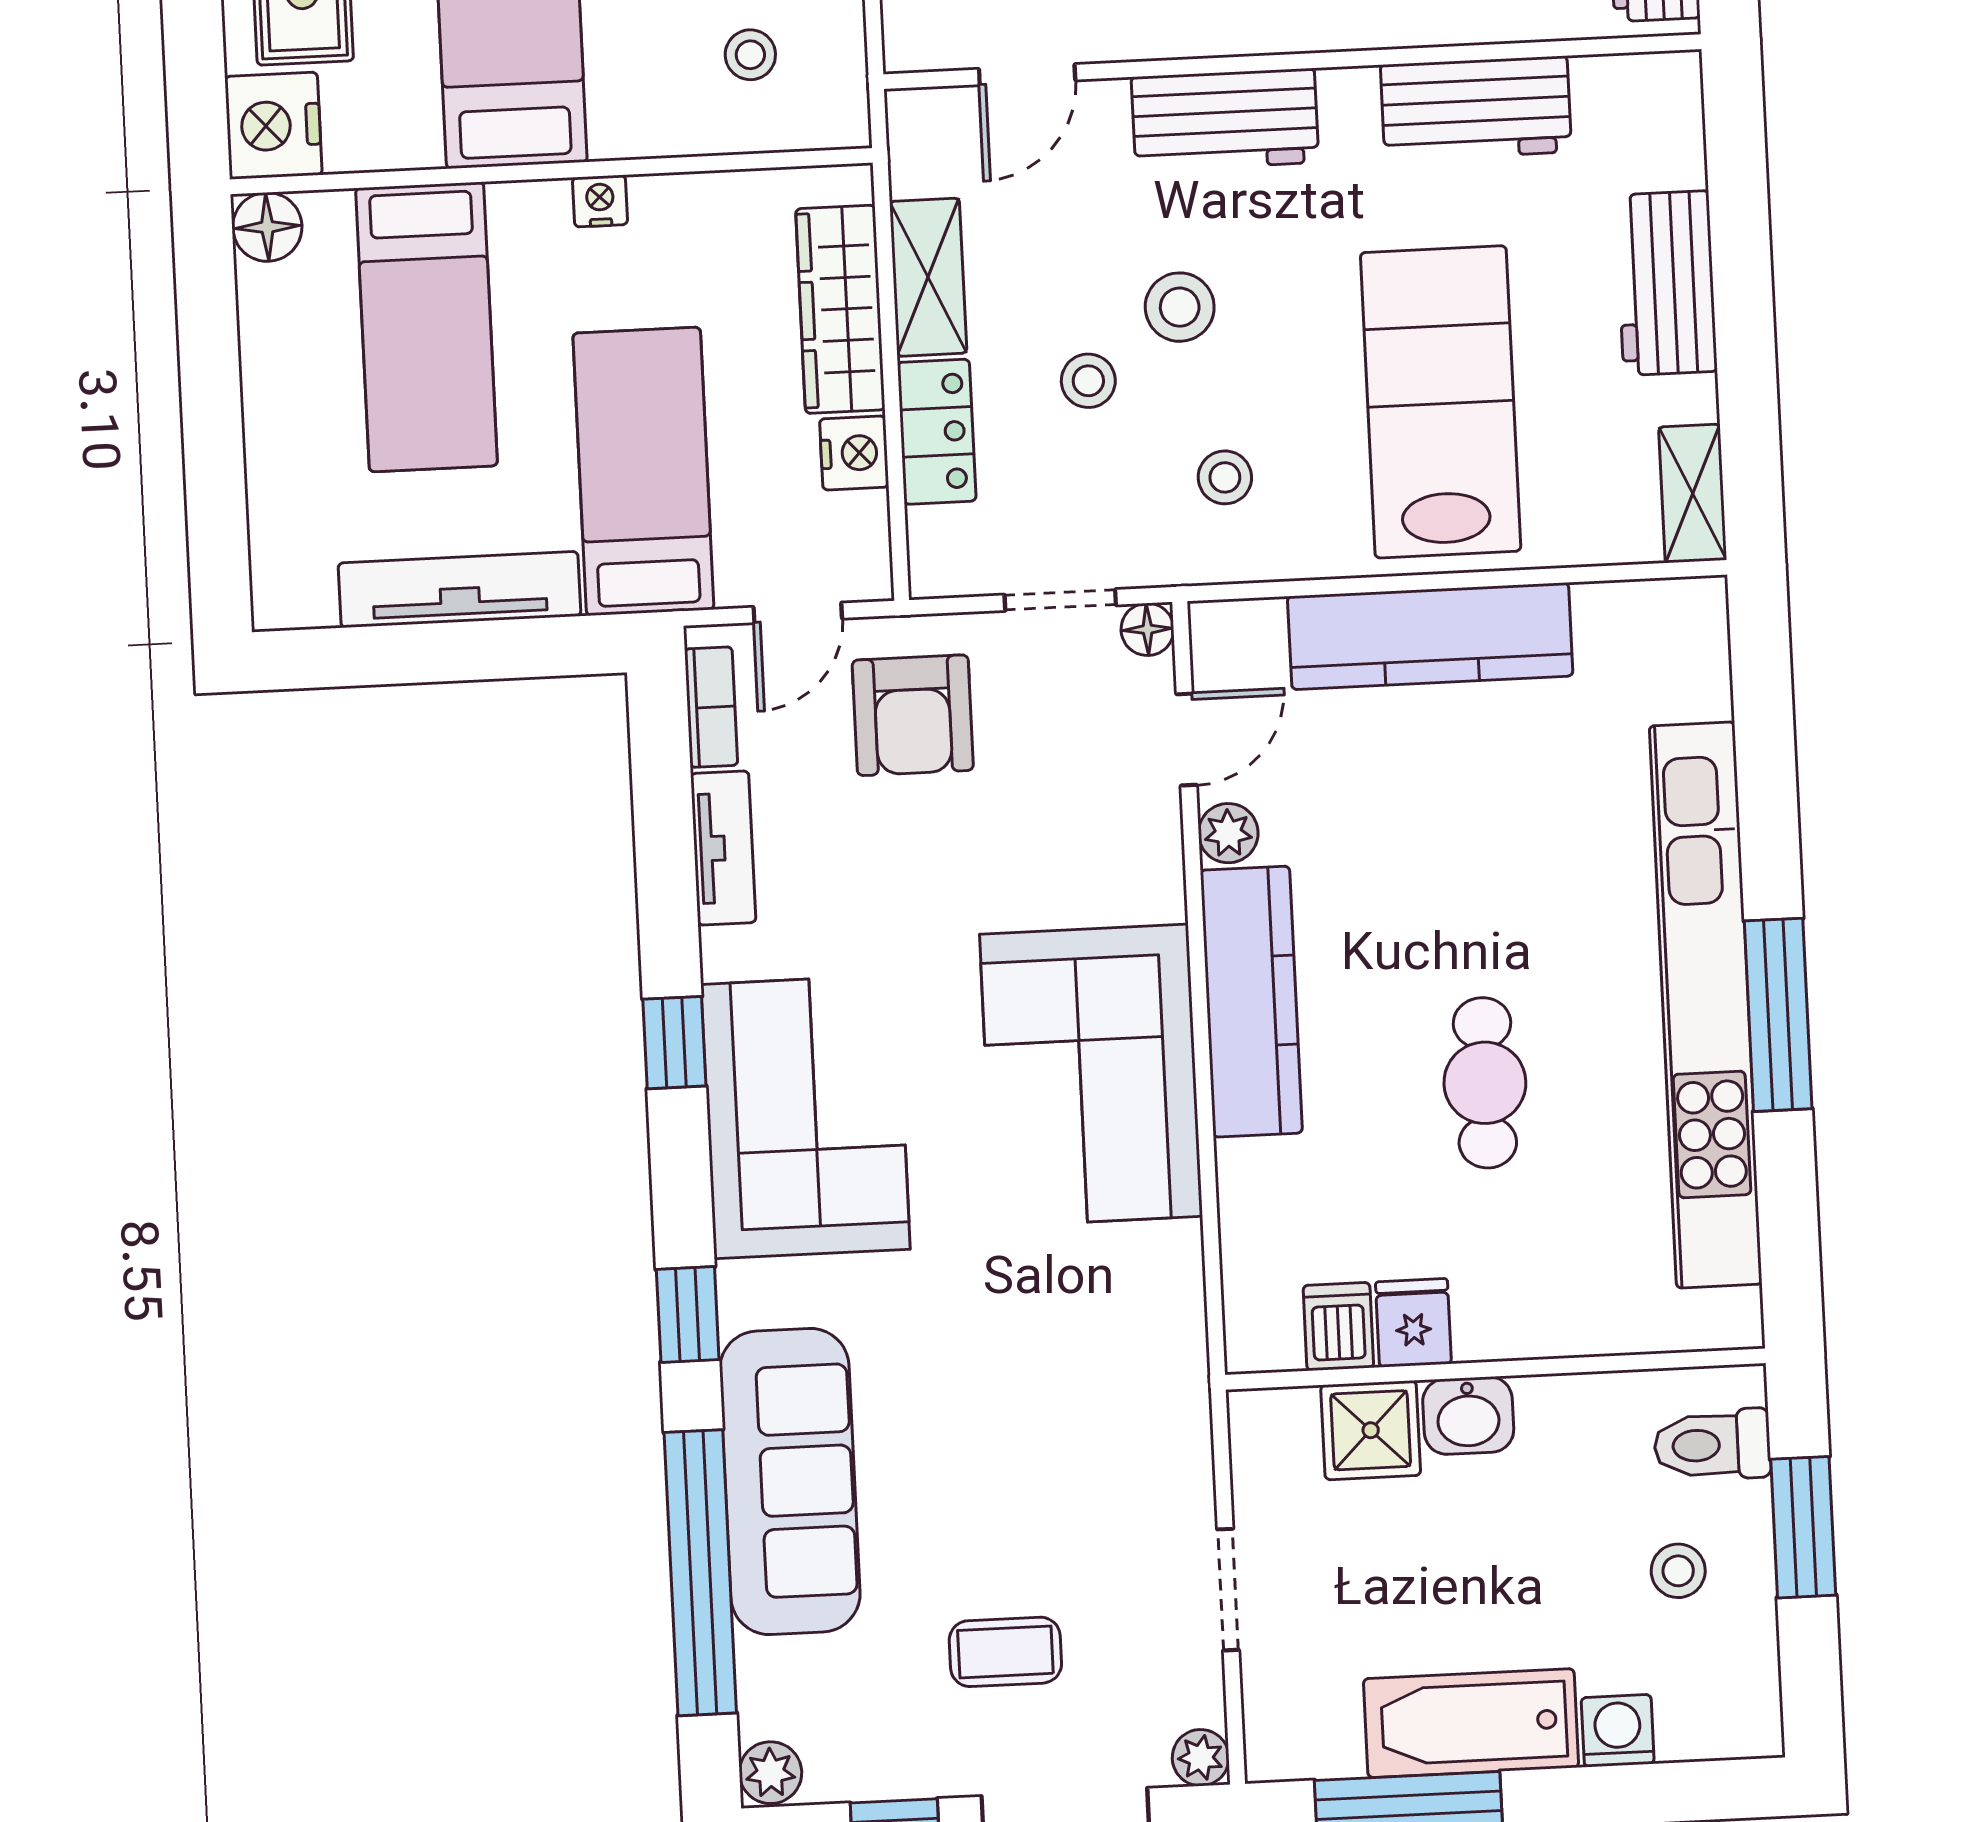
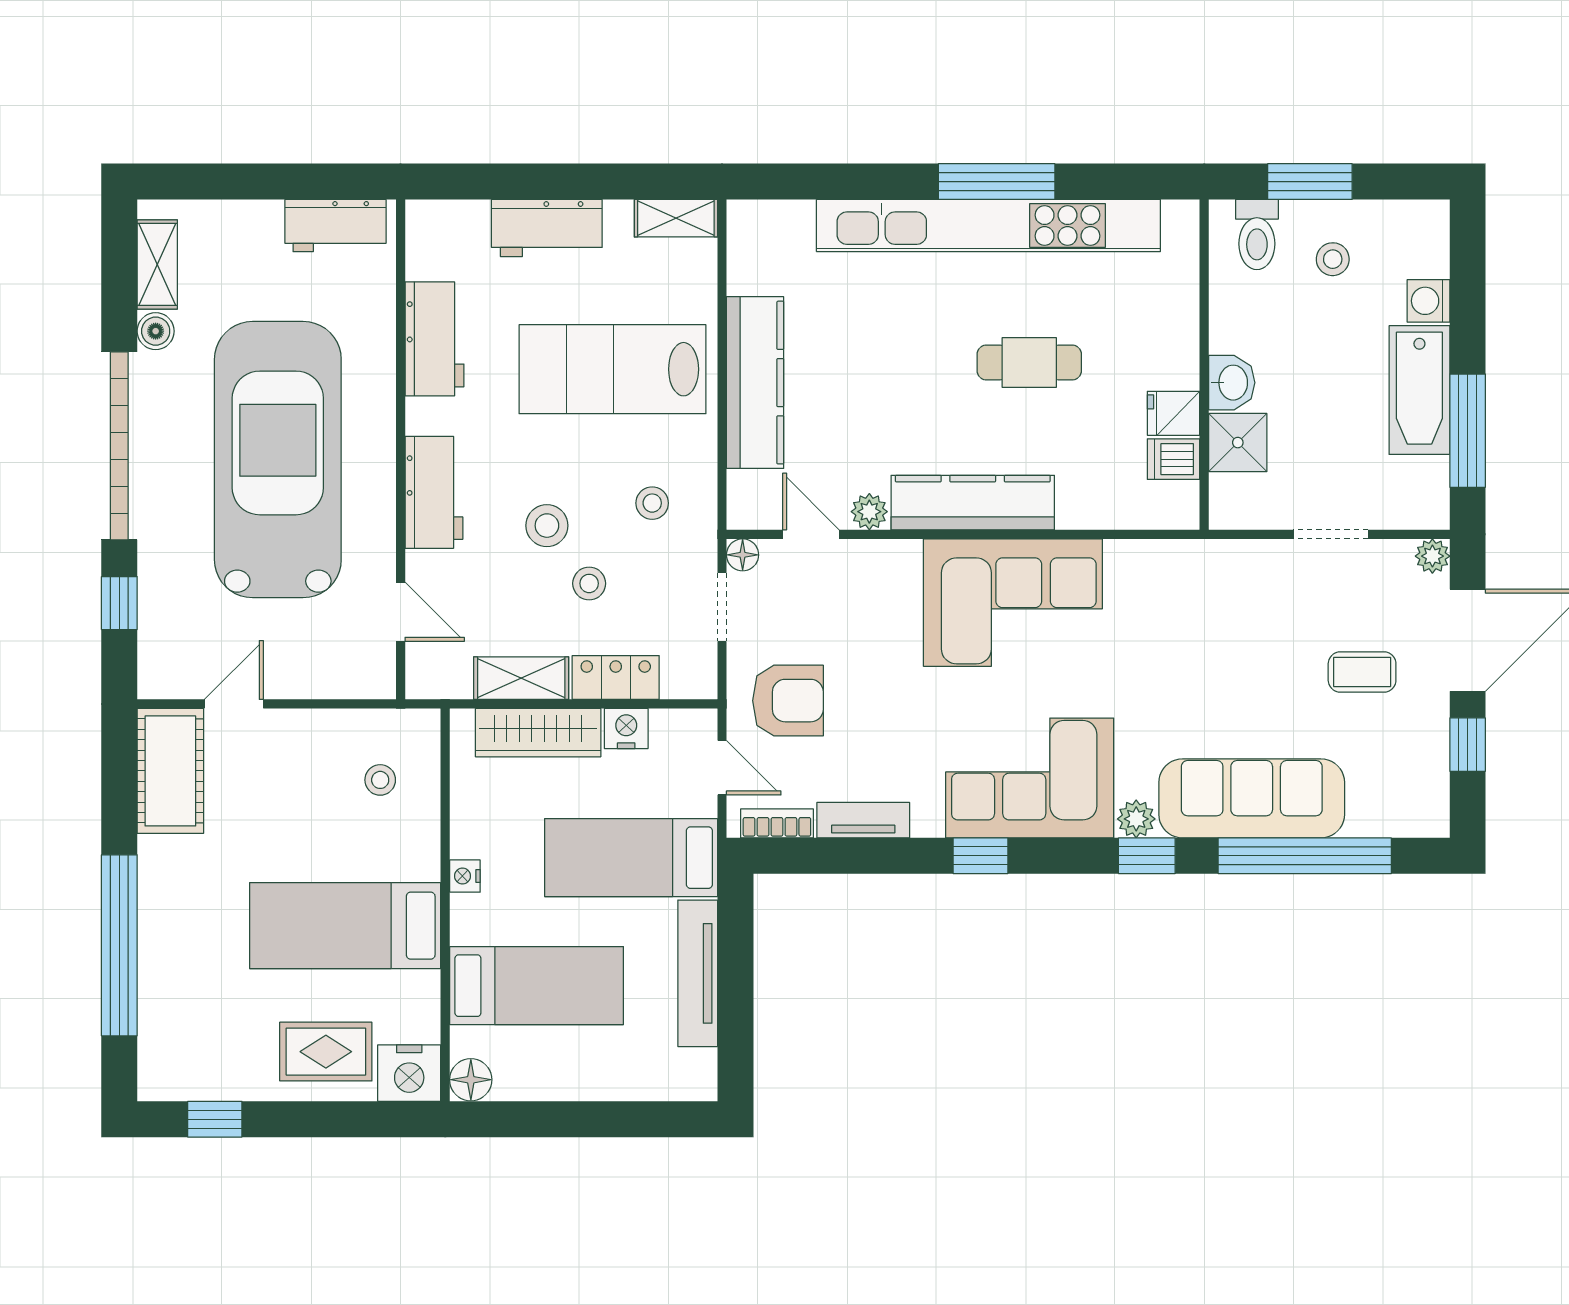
coffee table: (1005, 1652) -> (1362, 672), turned 90
plant: (770, 1773) -> (1136, 819), moved

